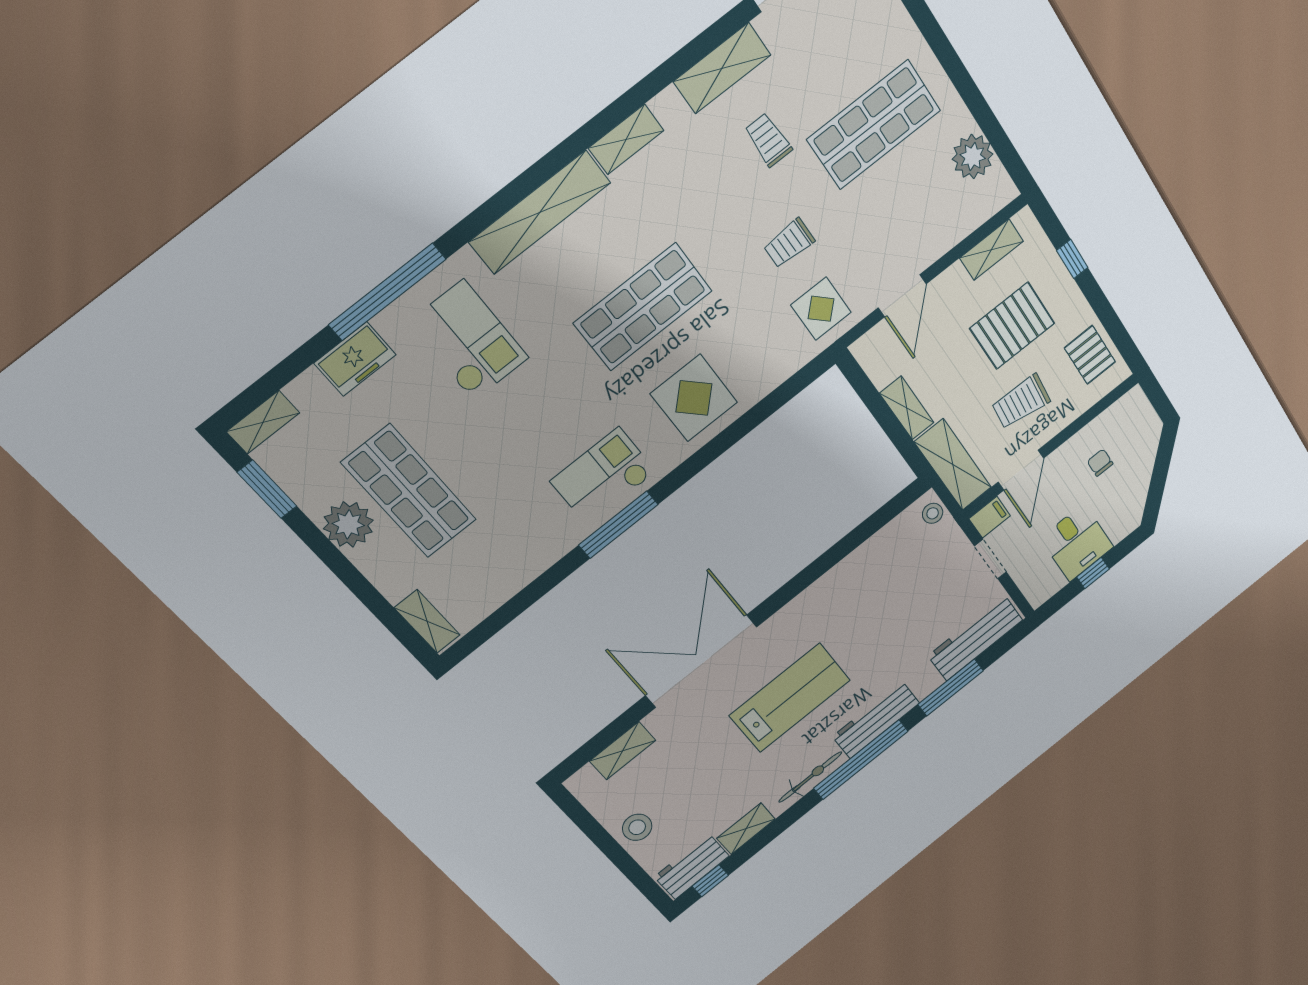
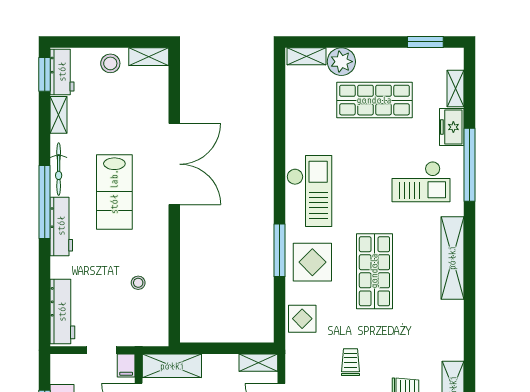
shelving: (626, 139) -> (455, 321), removed
display table: (821, 309) -> (302, 319), moved
shelving: (907, 408) -> (258, 363), moved
shelving: (263, 422) -> (455, 88), moved
checkout: (603, 476) -> (309, 191), width x1.36, depth x1.21
stool: (933, 513) -> (138, 283), moved
plant: (348, 524) -> (341, 62), moved
window: (618, 525) -> (280, 250), moved
window: (951, 688) -> (45, 279), removed
shelving: (623, 751) -> (149, 57), moved, turned 90
window: (710, 881) -> (45, 74), width x1.50

